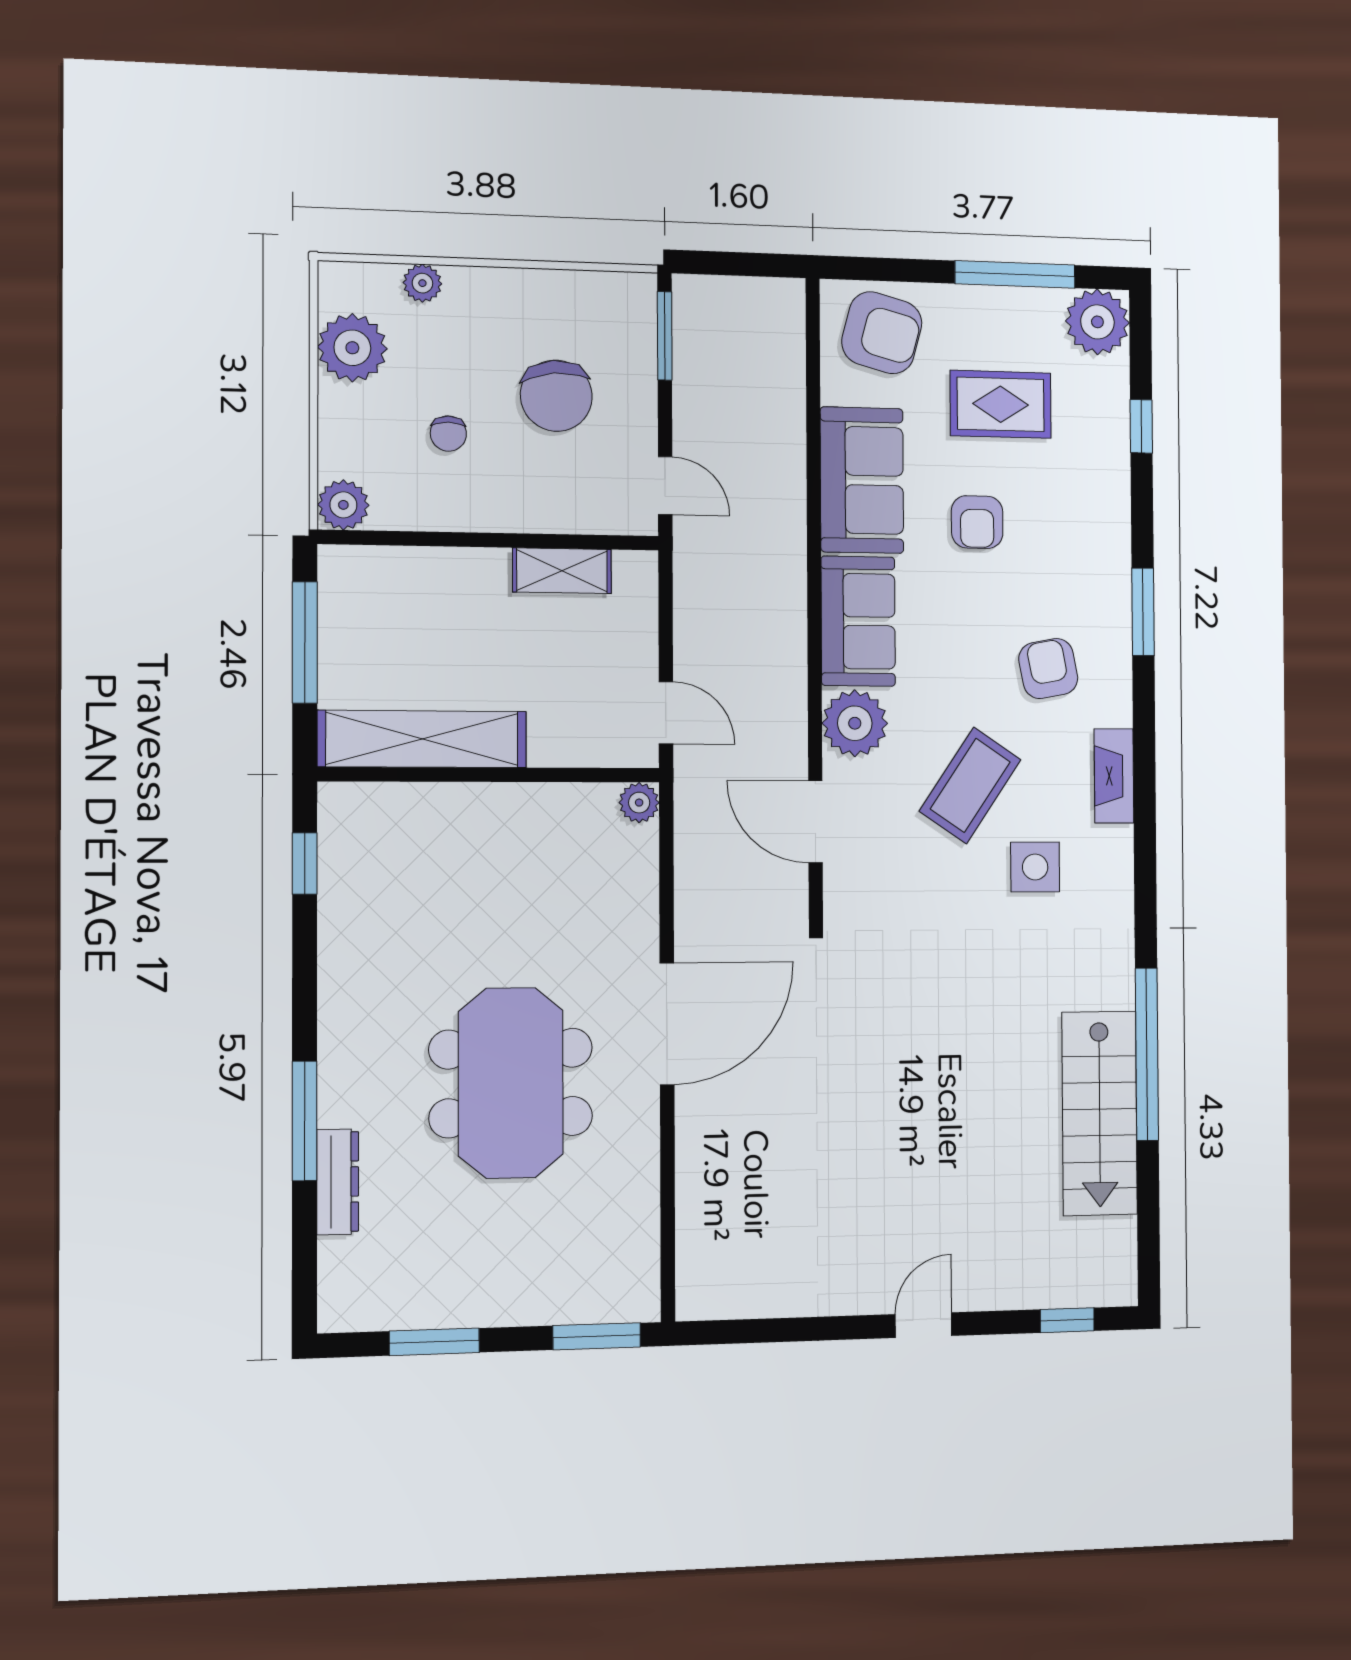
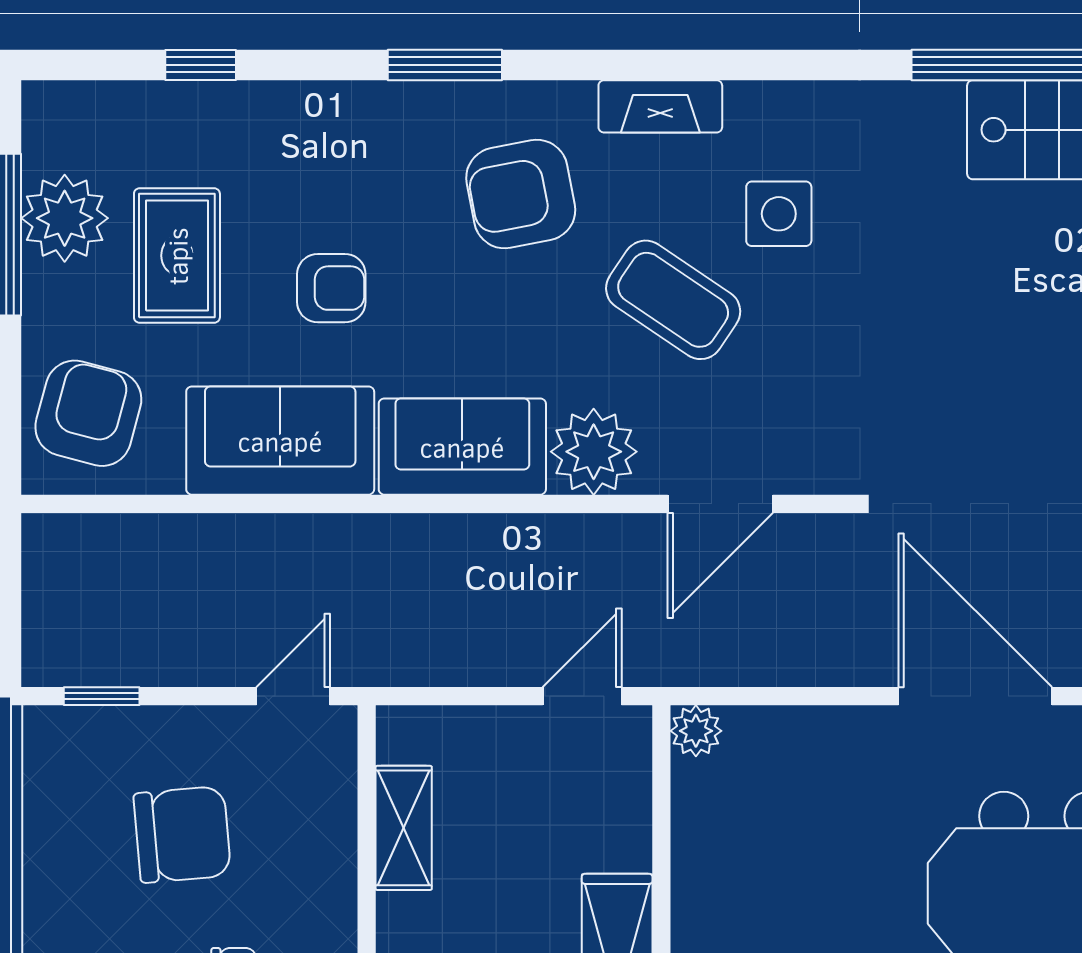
plant: (1097, 322) -> (65, 218), moved
window: (665, 336) -> (102, 696), width x0.67
armchair: (1048, 669) -> (521, 194), width x1.38, depth x1.38

